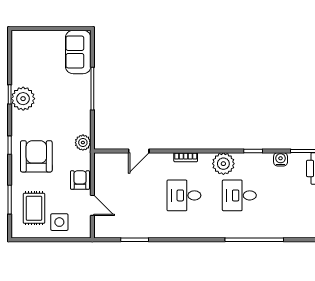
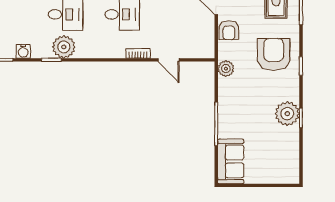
door: (139, 151) -> (169, 60), swing flipped
armchair: (36, 156) -> (274, 54), turned 180
bookcase: (186, 157) -> (138, 53), moved
plant: (223, 164) -> (64, 47), moved

